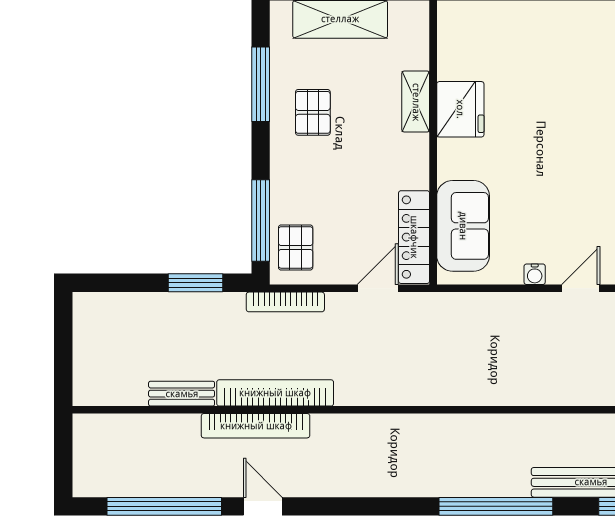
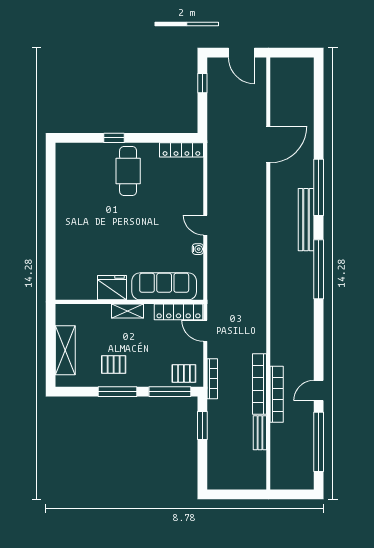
window: (261, 84) -> (117, 392), moved
shelving: (416, 102) -> (127, 311), moved
sofa: (463, 226) -> (164, 286), width x1.36

